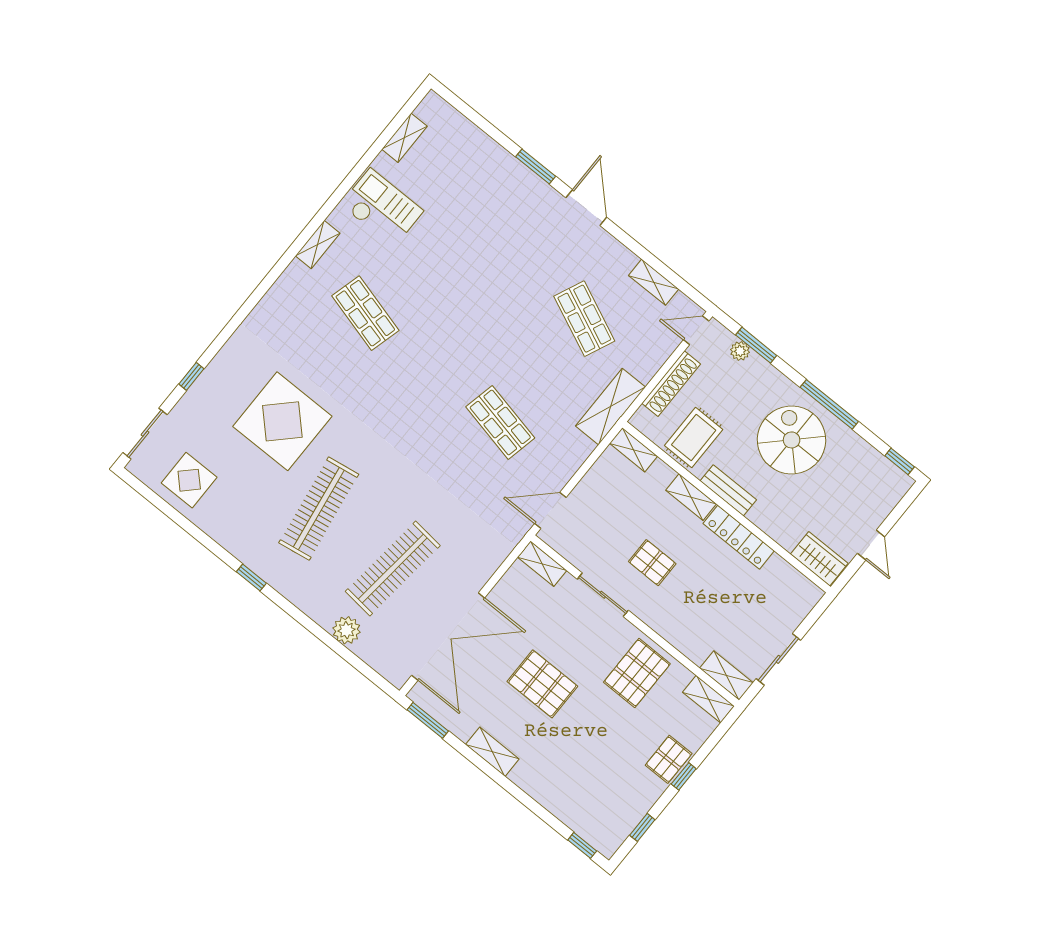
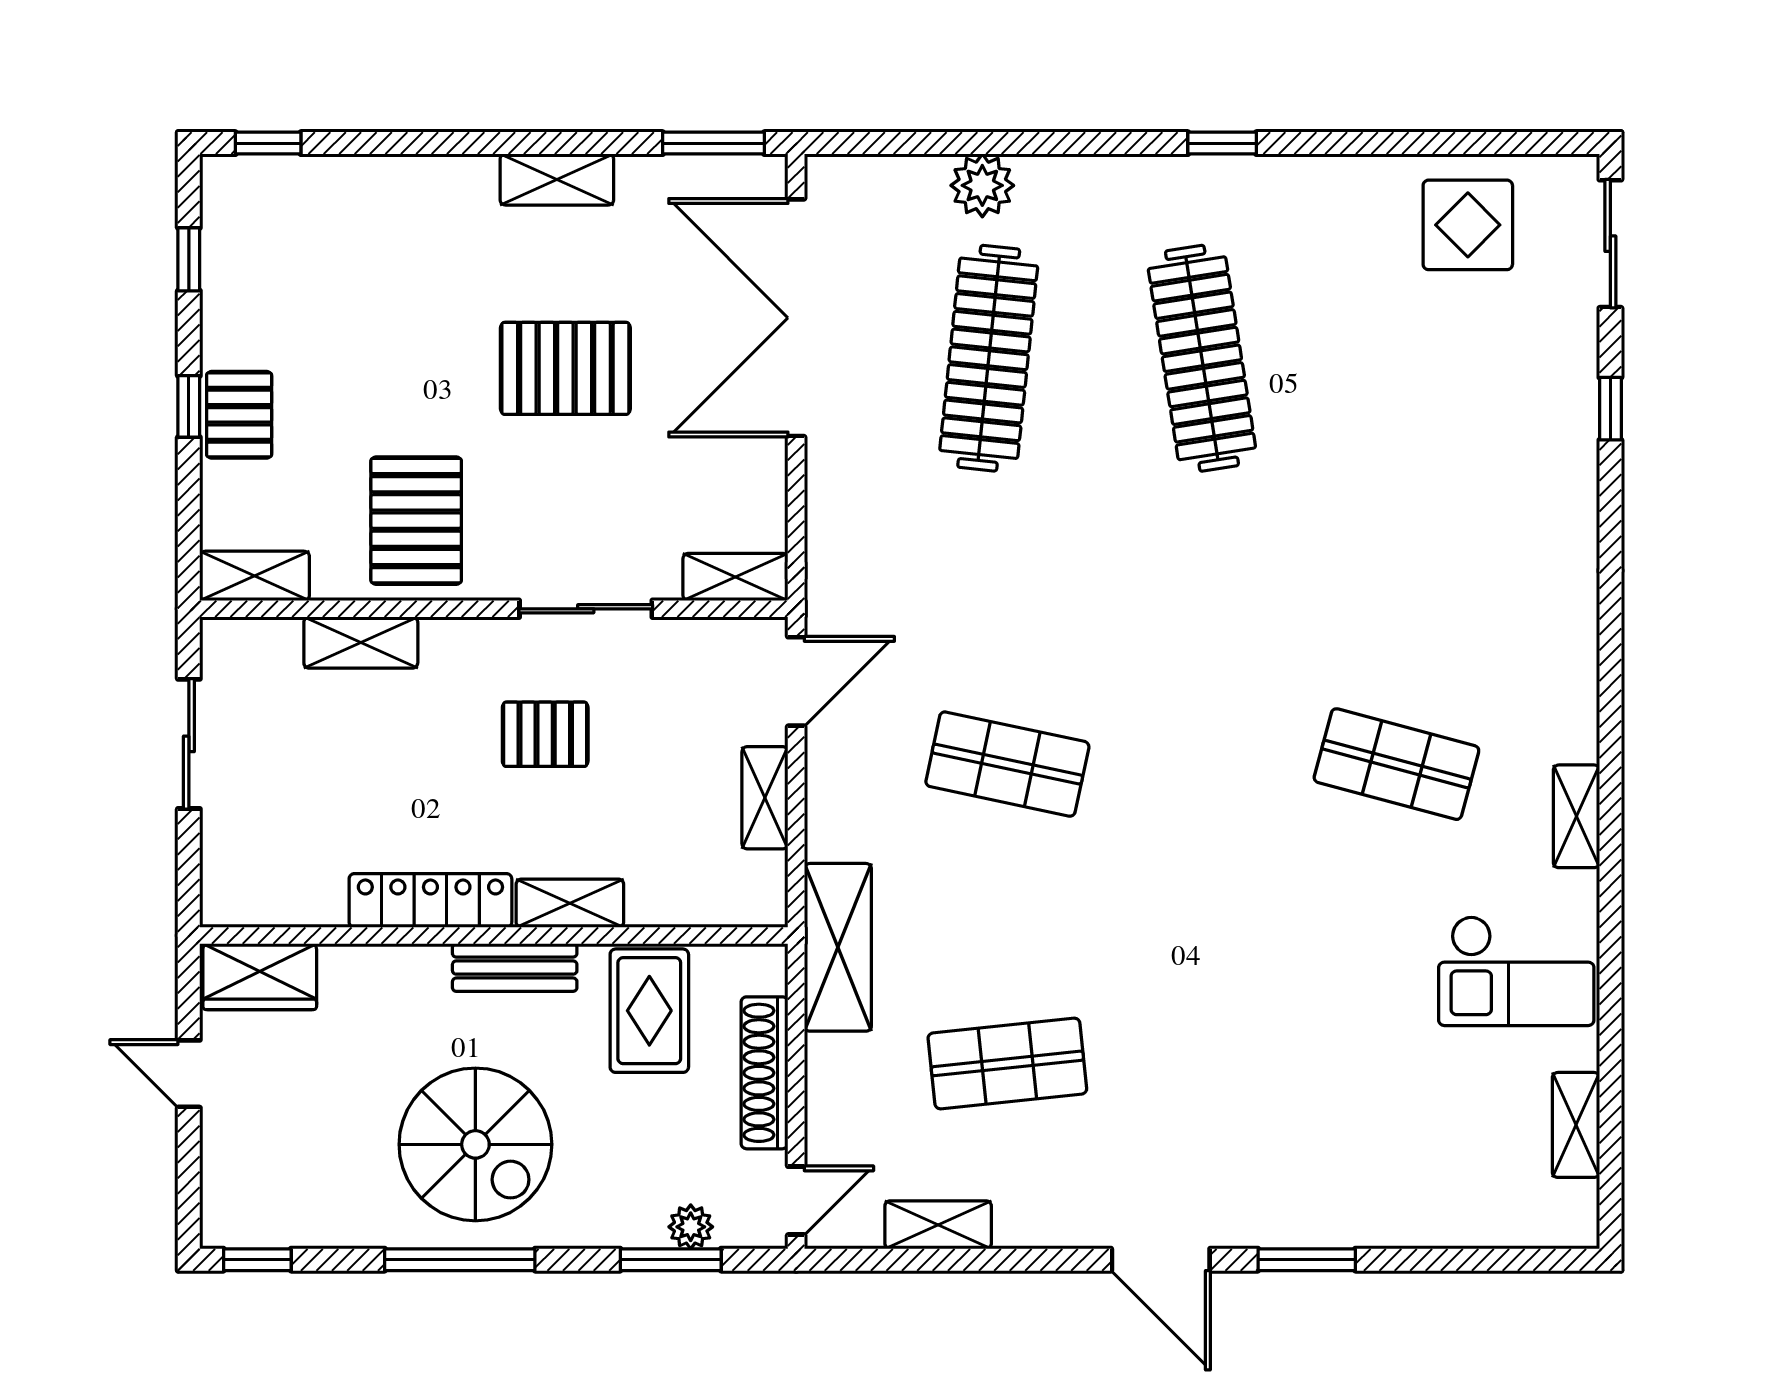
shop shelf: (584, 319) -> (1007, 1063), turned -30
display table: (282, 421) -> (1389, 459), removed
shelving: (633, 450) -> (765, 798), moved, turned 90
shelving: (726, 675) -> (361, 643), moved

